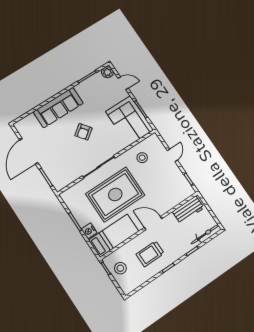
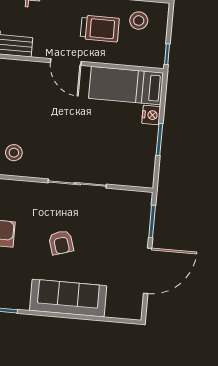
armchair: (83, 132) -> (61, 243), turned 110
rug: (115, 194) -> (84, 134), removed
stool: (120, 268) -> (139, 21), moved

